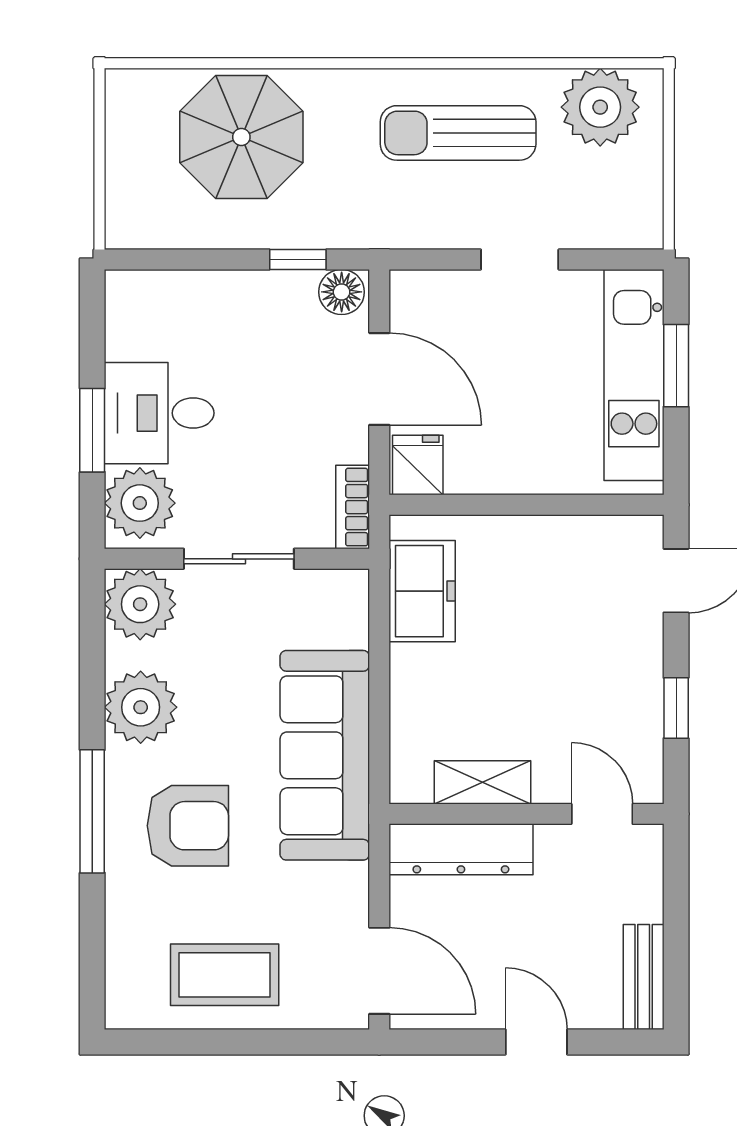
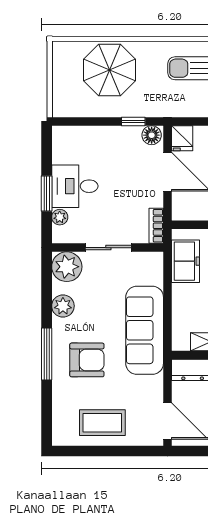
fridge: (418, 465) -> (182, 138), moved, turned 180
plant: (140, 503) -> (60, 217), width x0.53, depth x0.53
plant: (141, 707) -> (63, 306), width x0.73, depth x0.73

